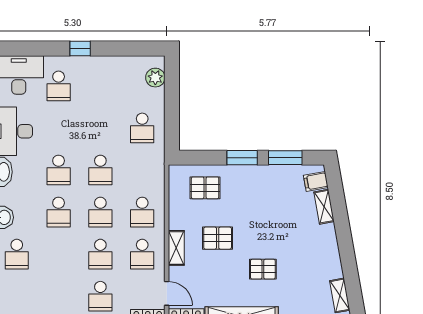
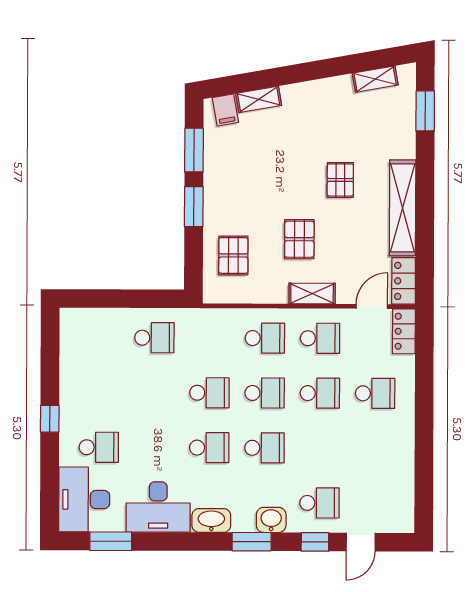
plant: (155, 78) -> (88, 320), removed

